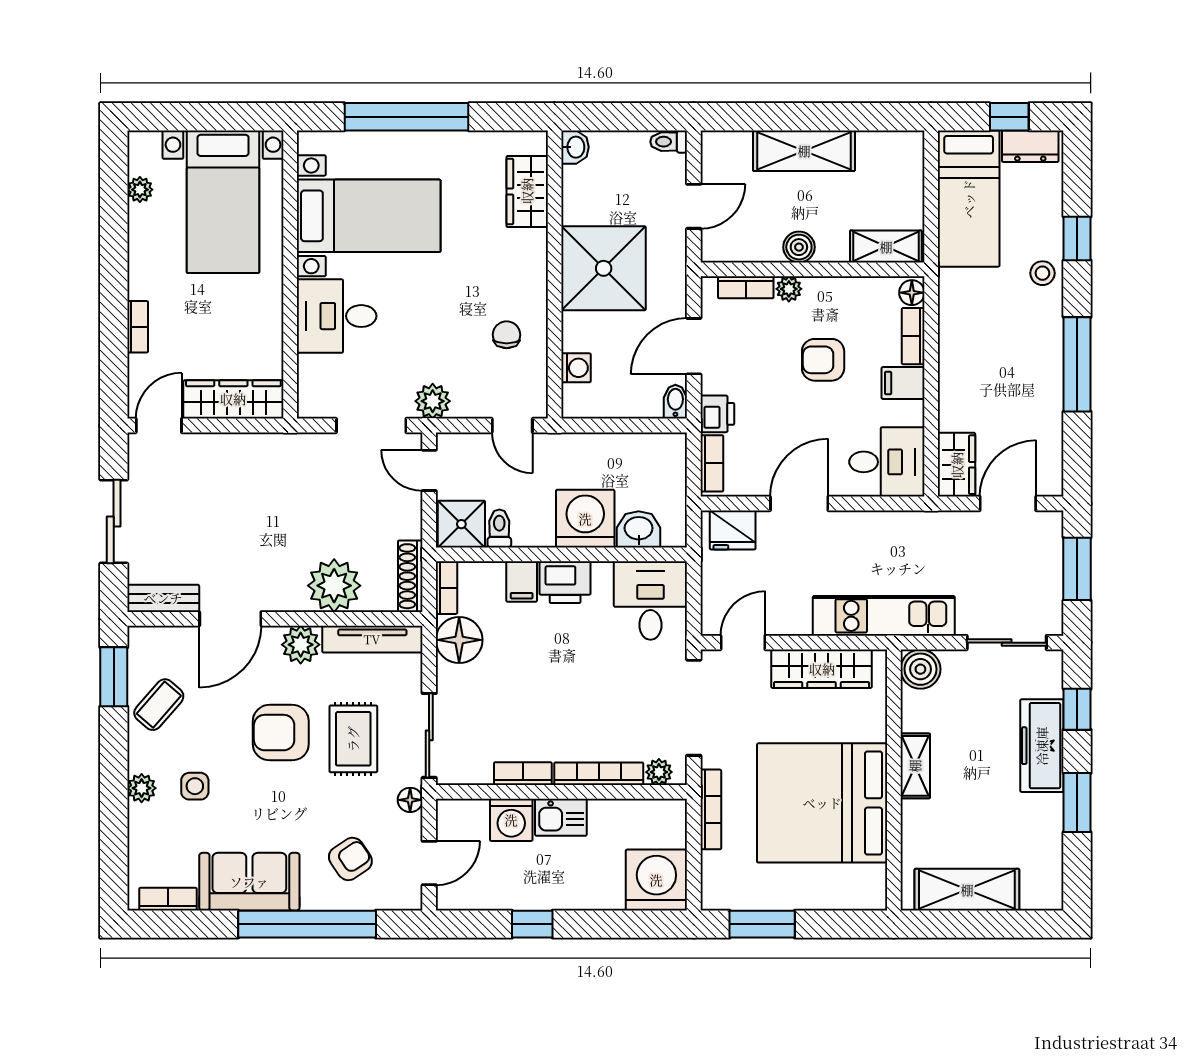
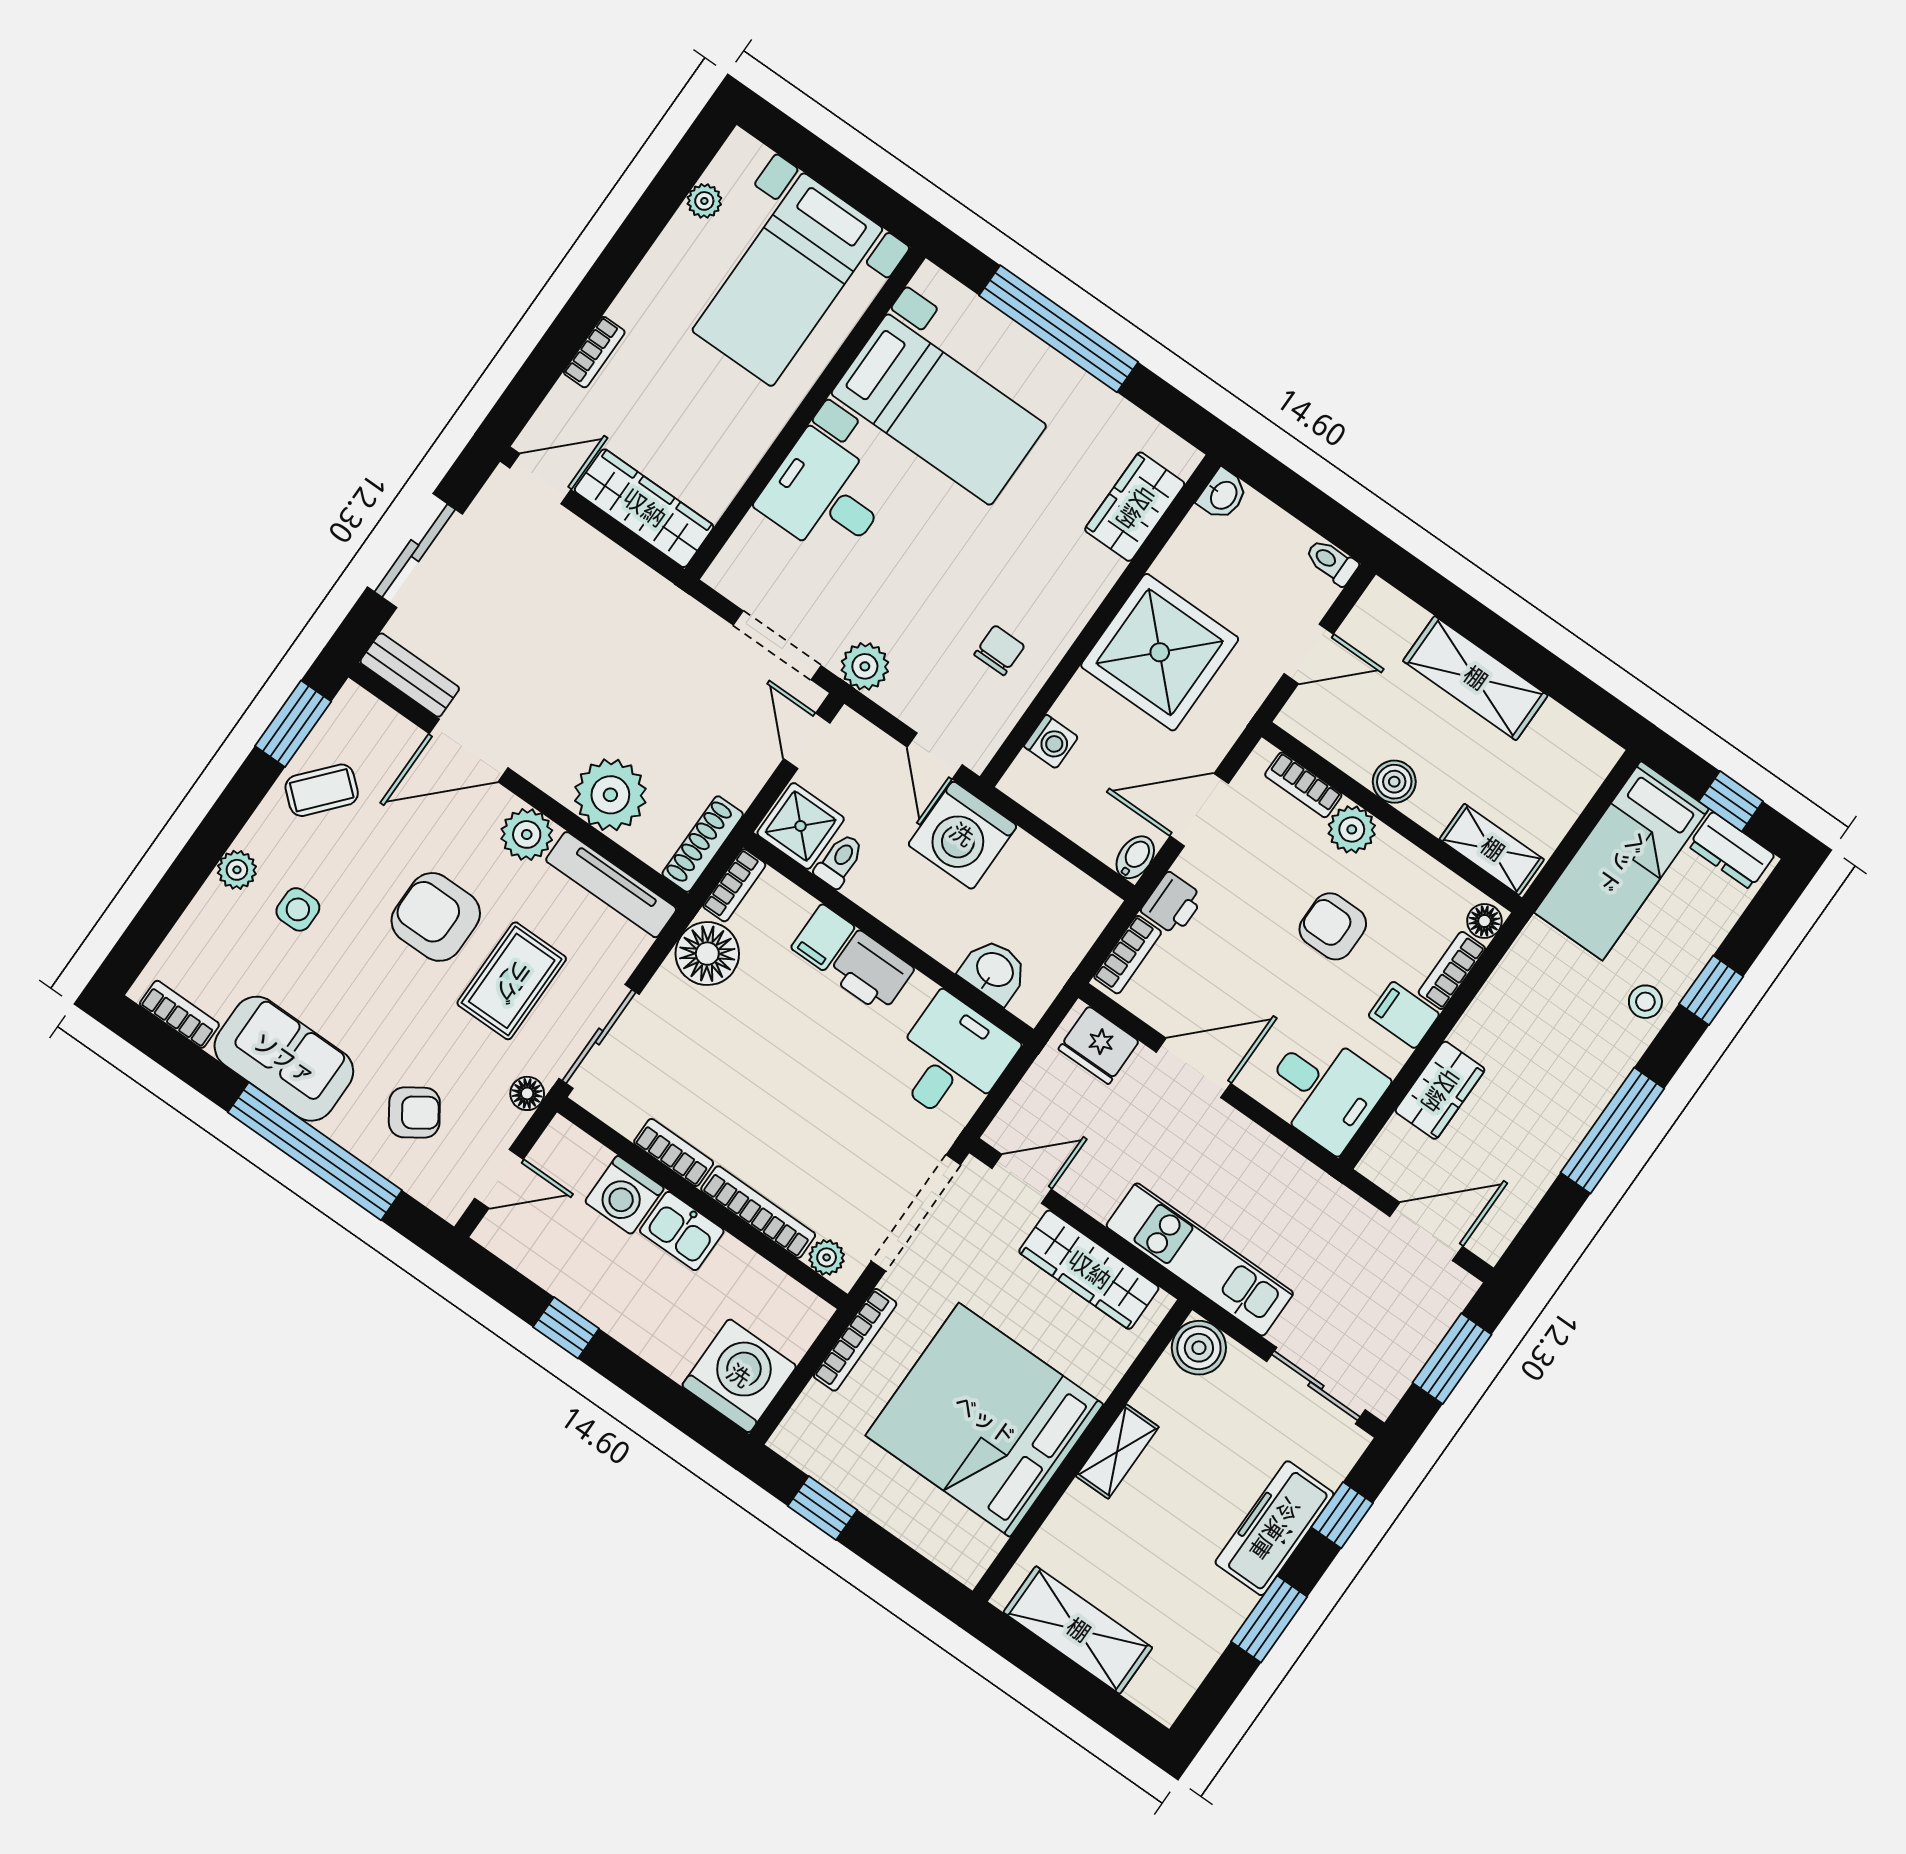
plant: (789, 289) -> (1352, 829), width x1.38, depth x1.38
wardrobe: (957, 465) -> (1440, 1090), moved
washing machine: (585, 519) -> (962, 835), moved, turned 180
window: (762, 924) -> (822, 1508), width x0.67

